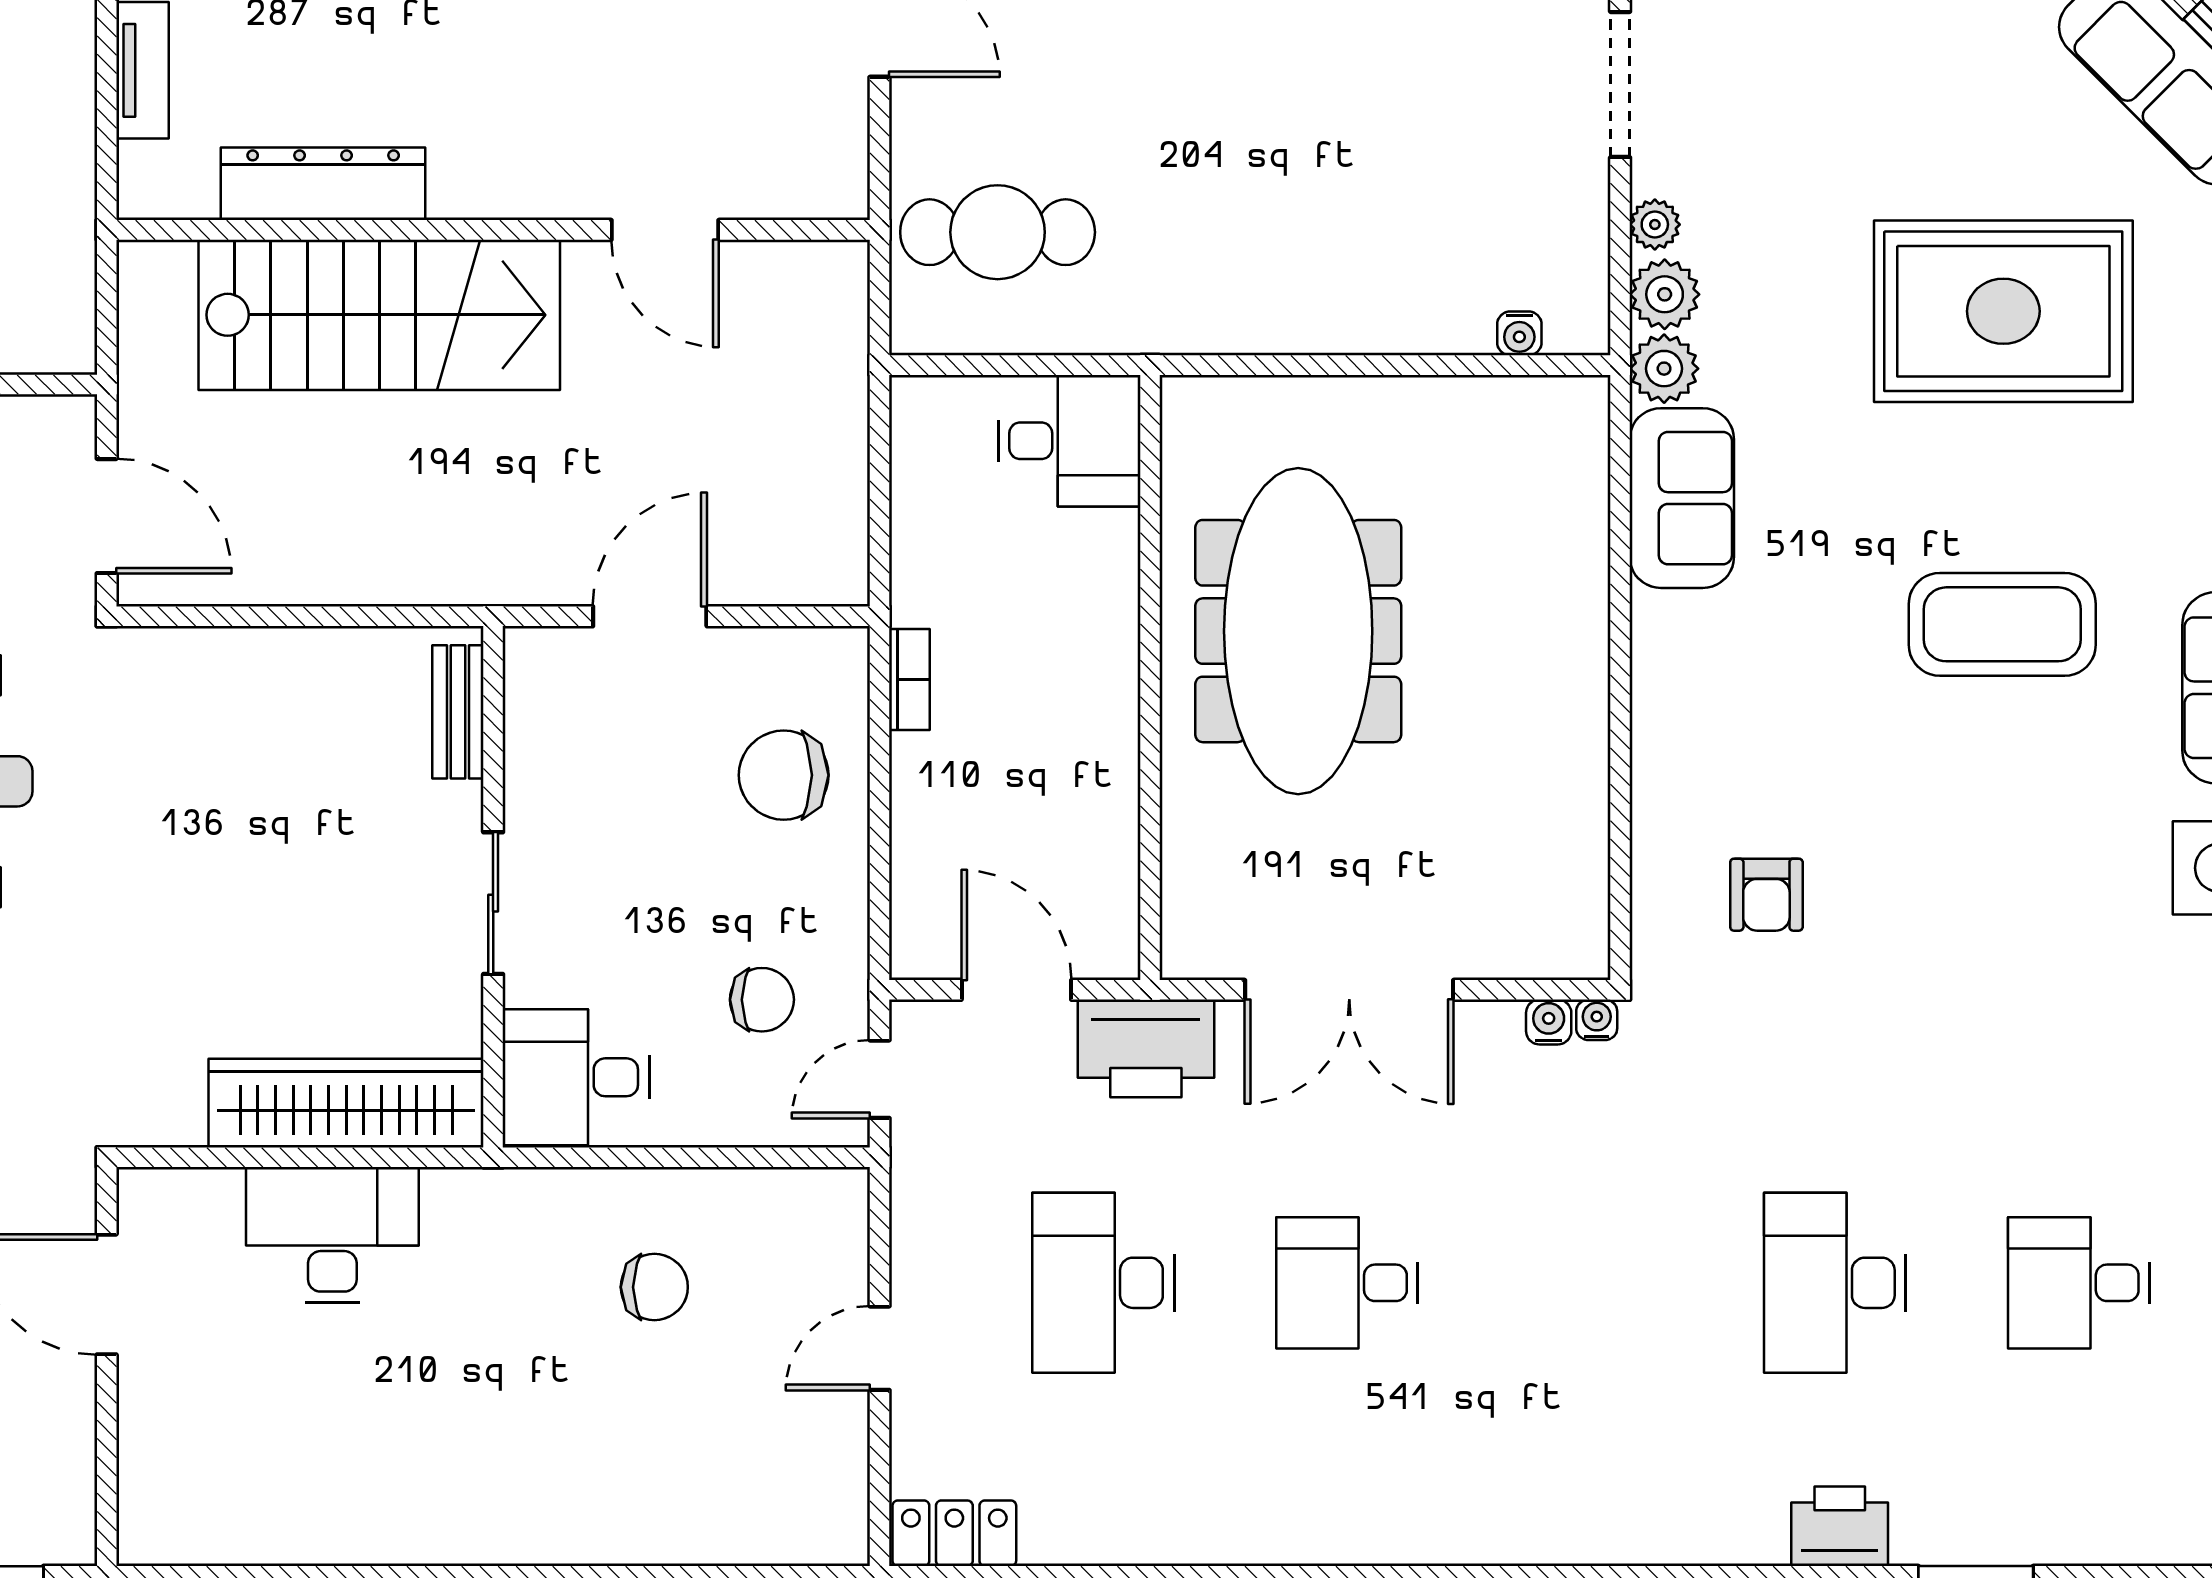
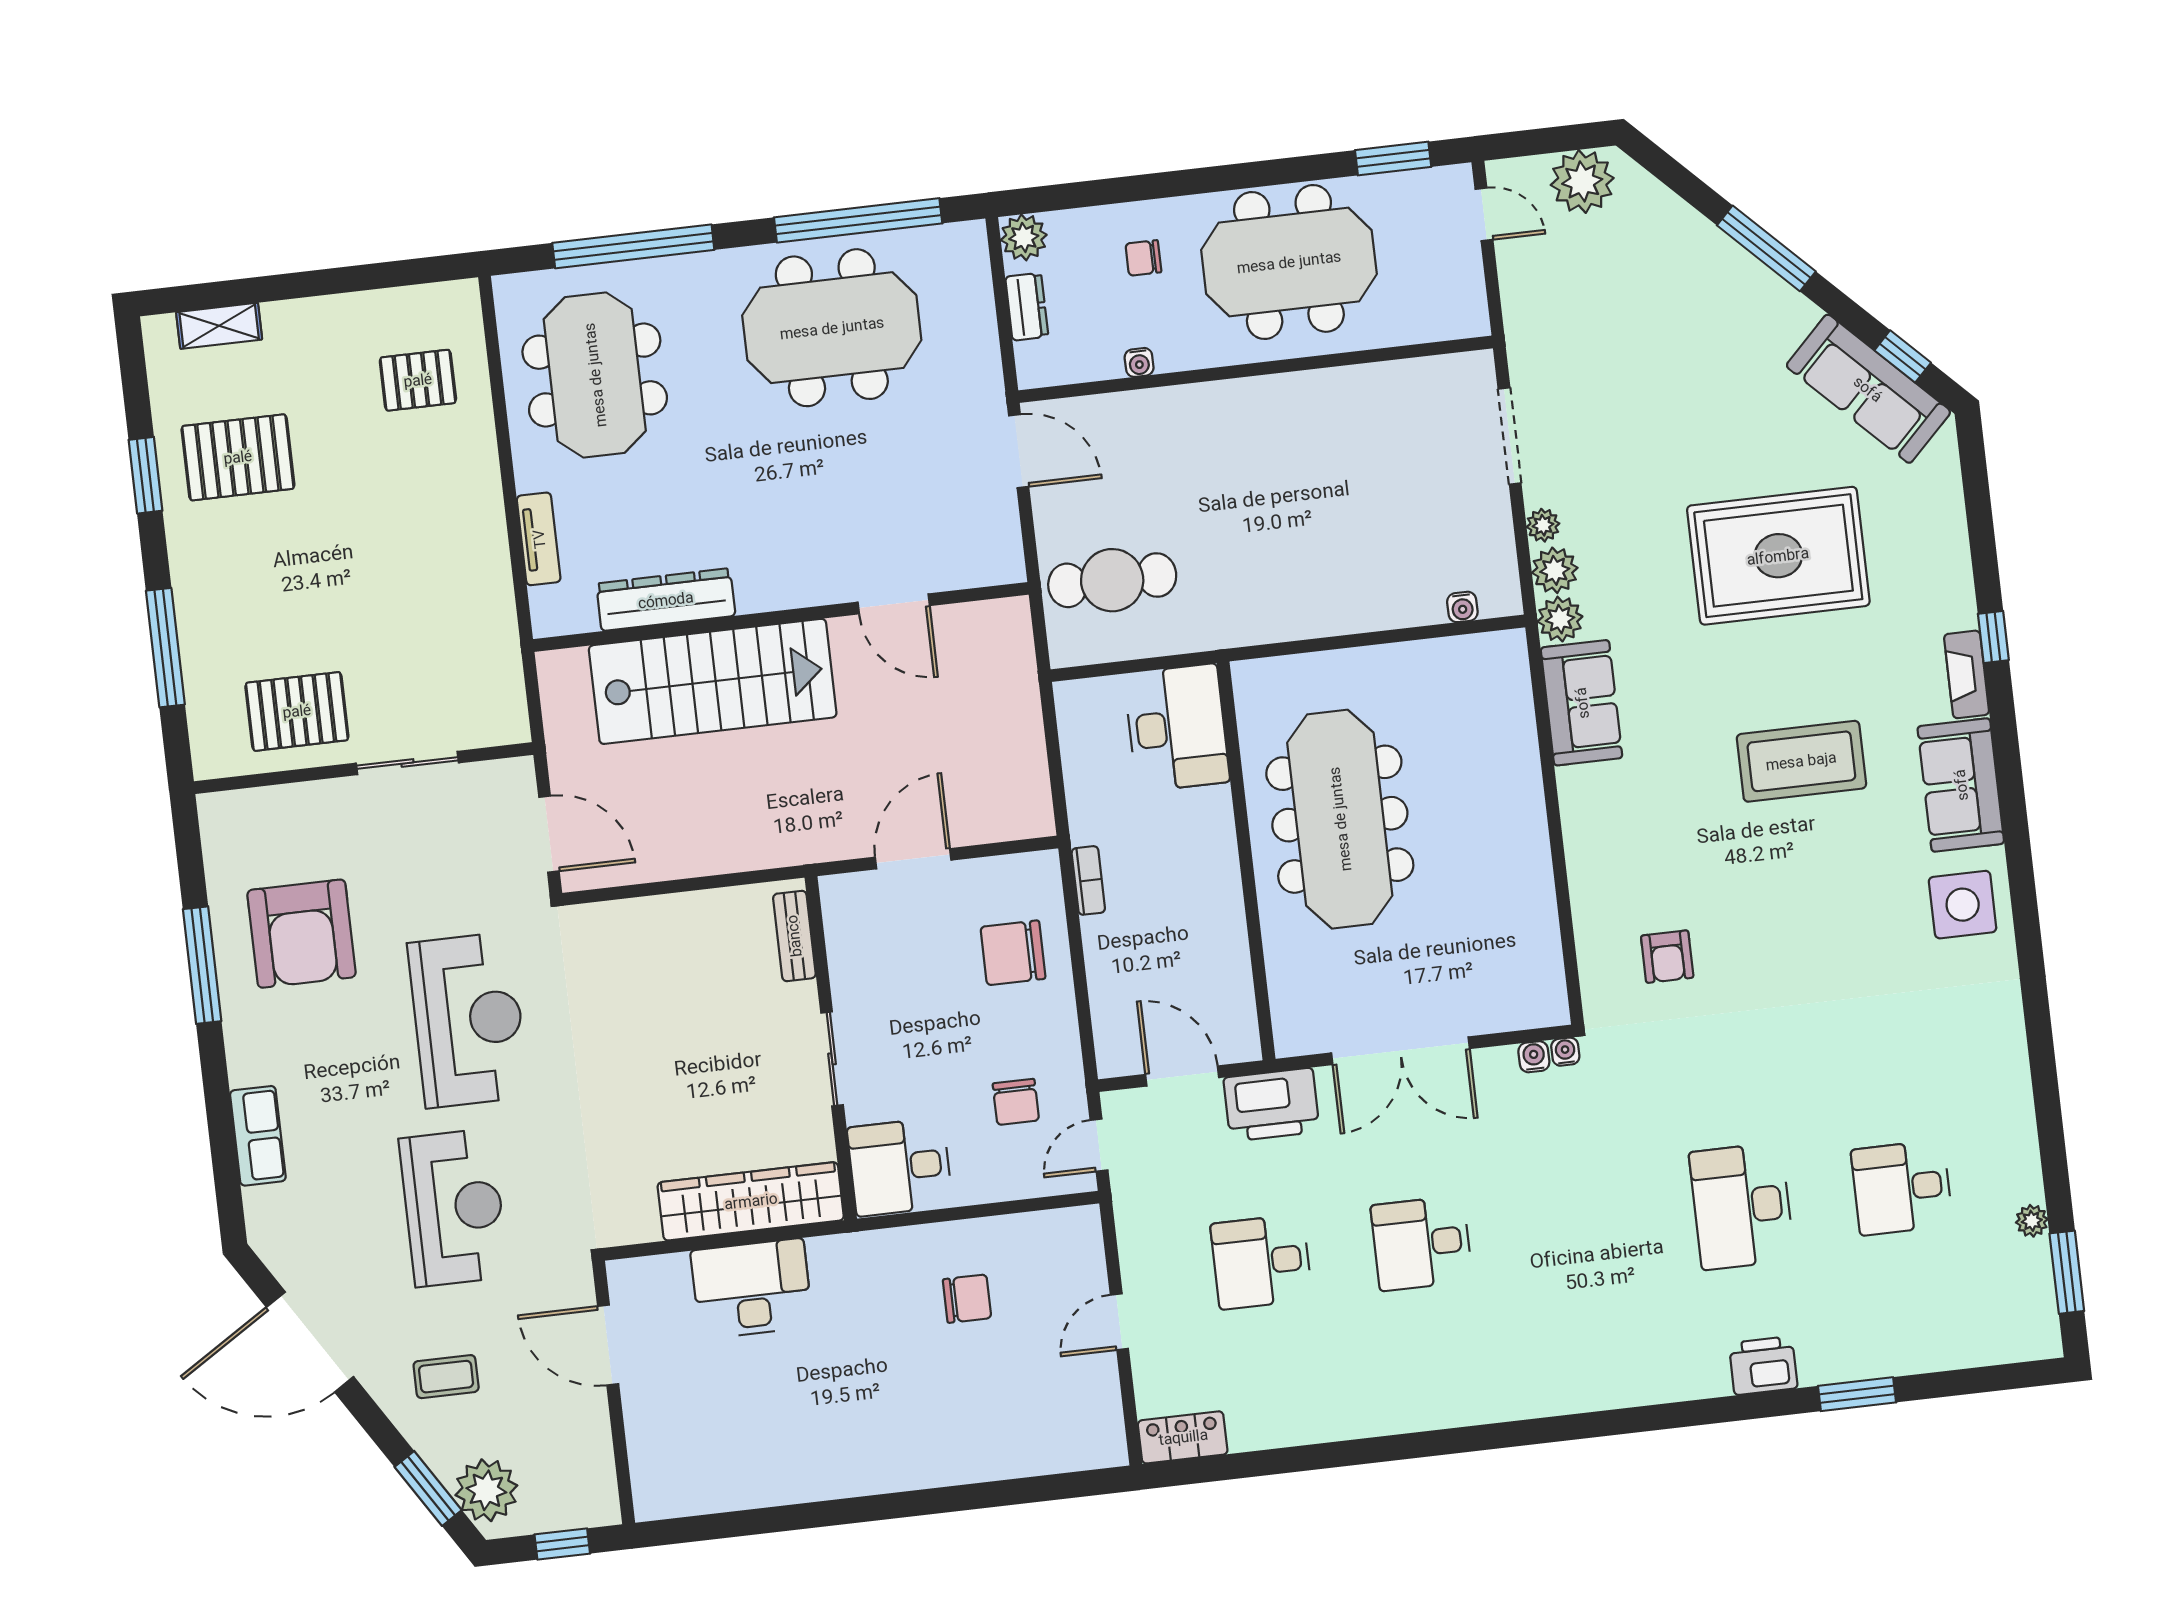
desk: (1069, 441) -> (1177, 728), width x1.37
chair: (762, 1000) -> (1016, 1102), turned 90
desk: (1103, 1283) -> (1261, 1262), width x0.73

